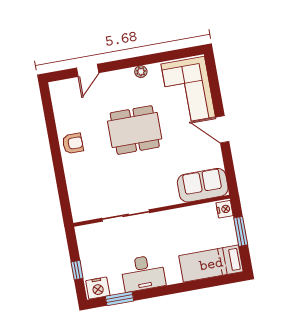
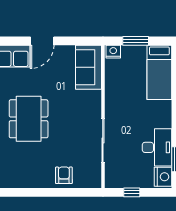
armchair: (73, 143) -> (64, 175), moved
window: (77, 270) -> (132, 192), moved
desk: (143, 273) -> (157, 147), moved

